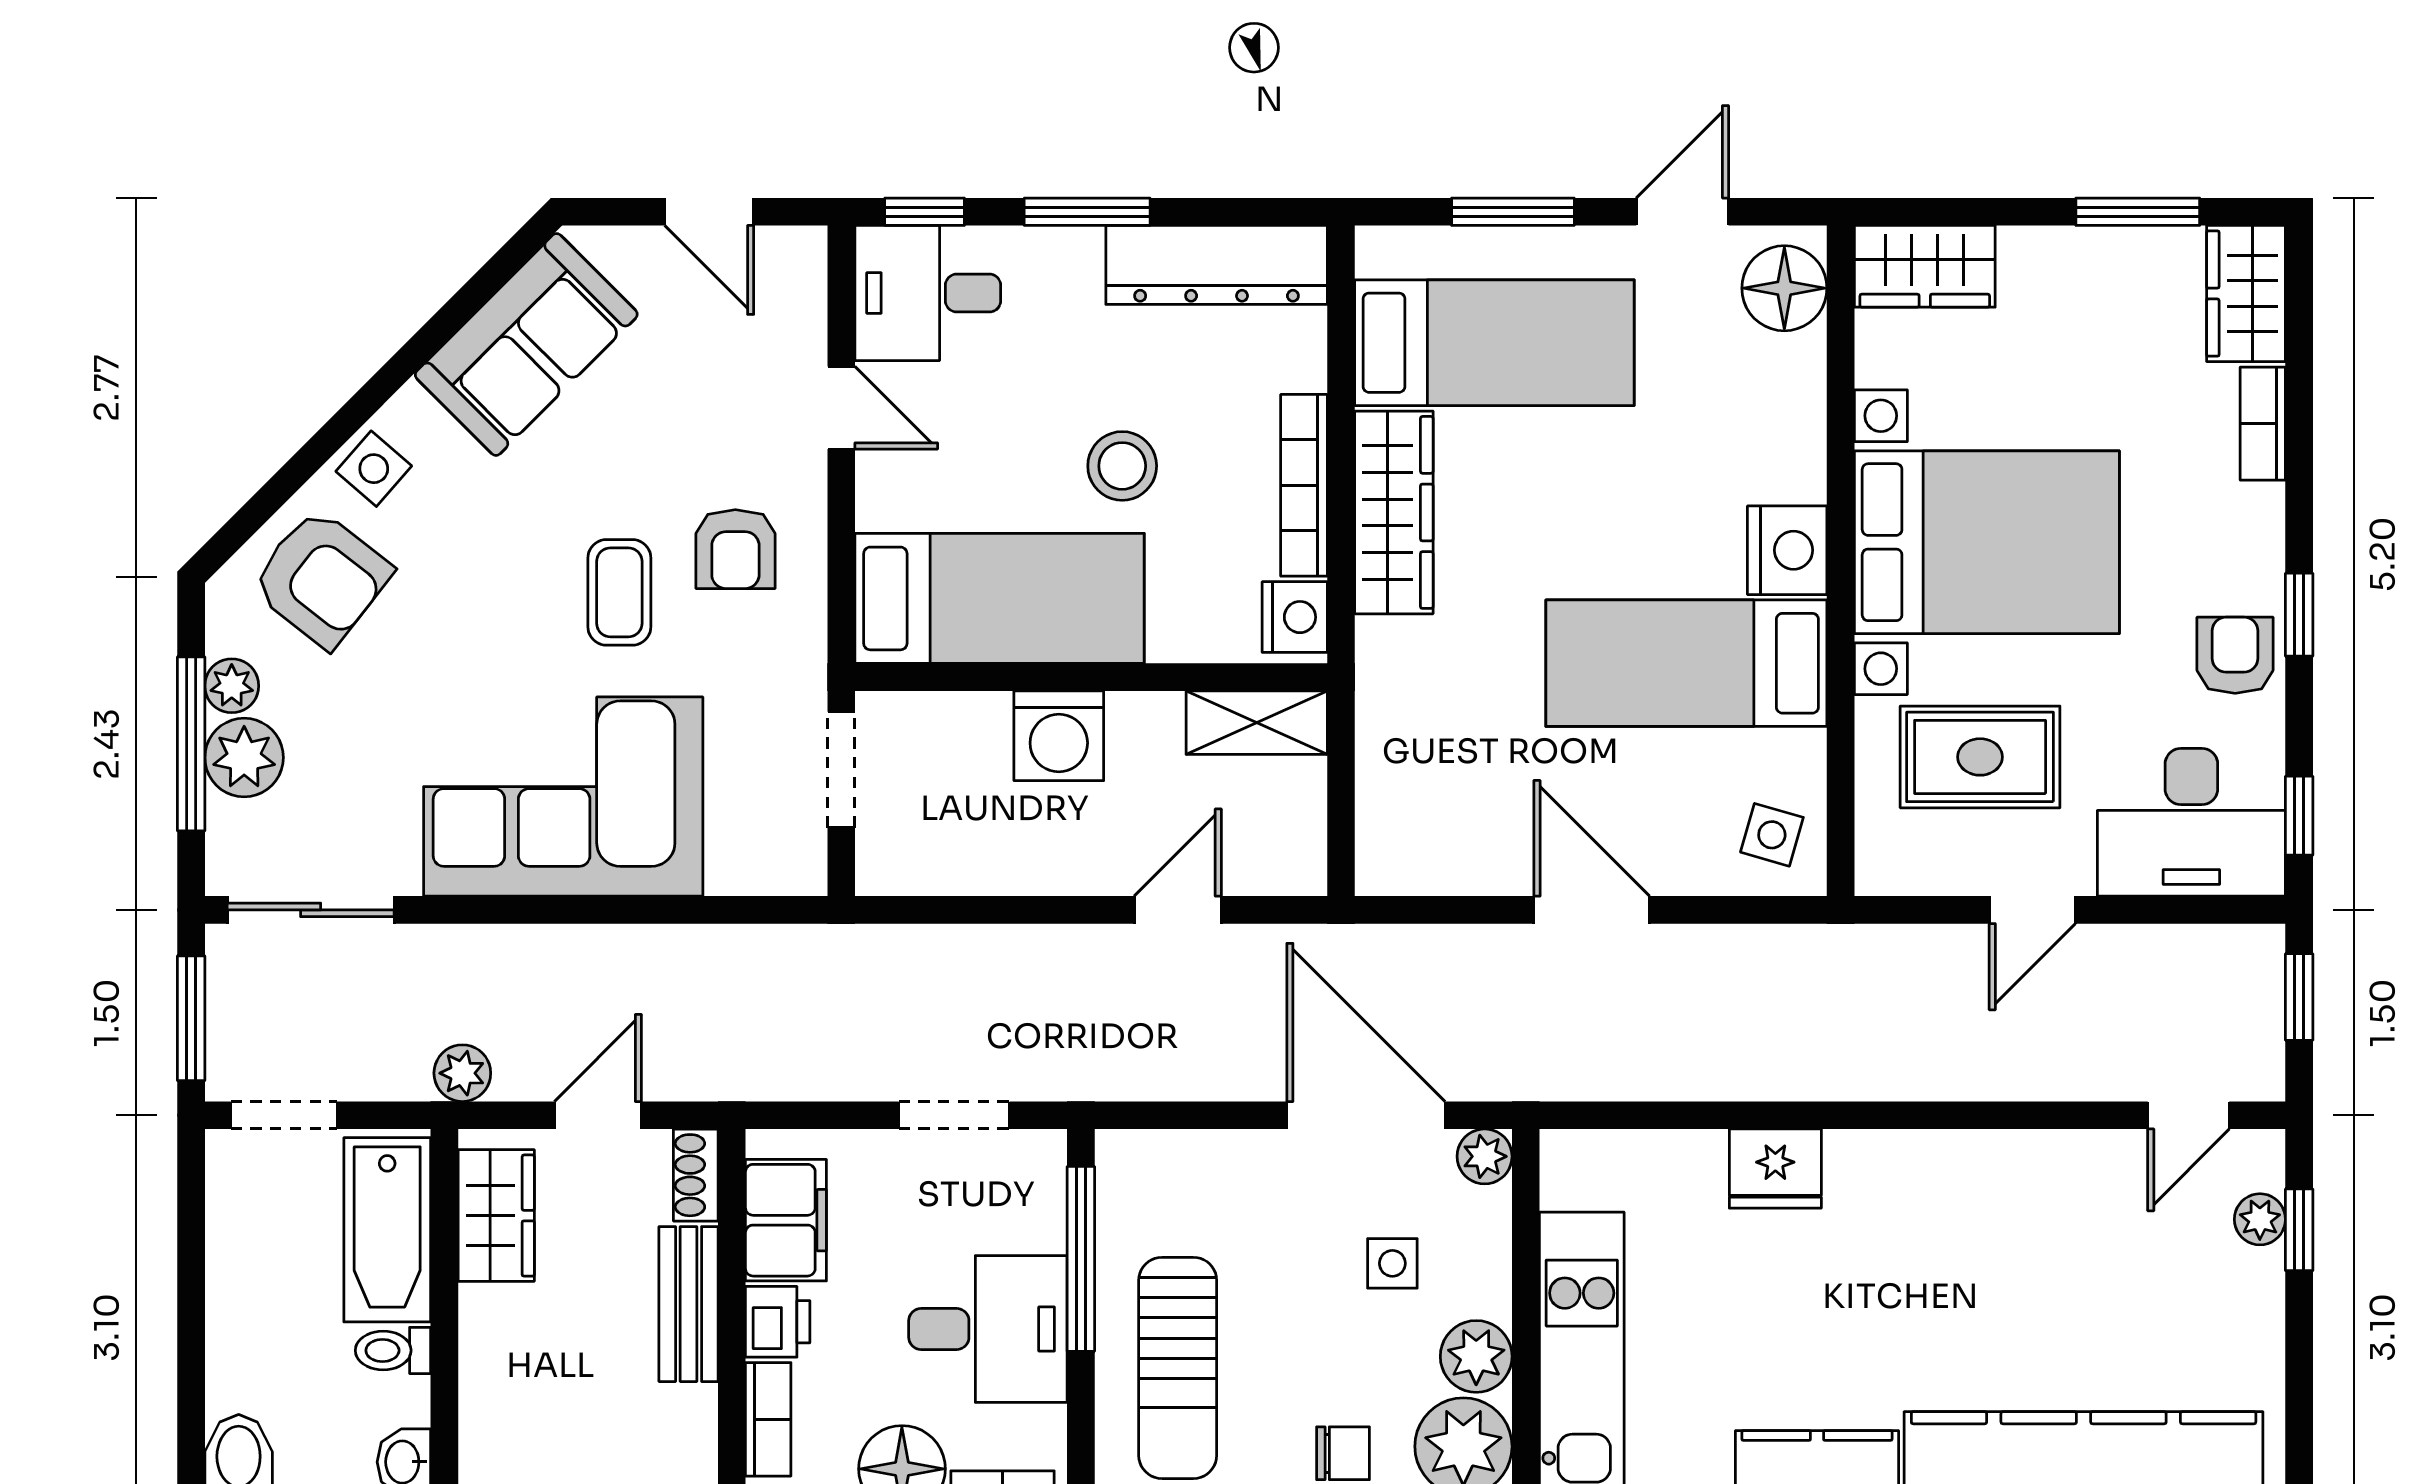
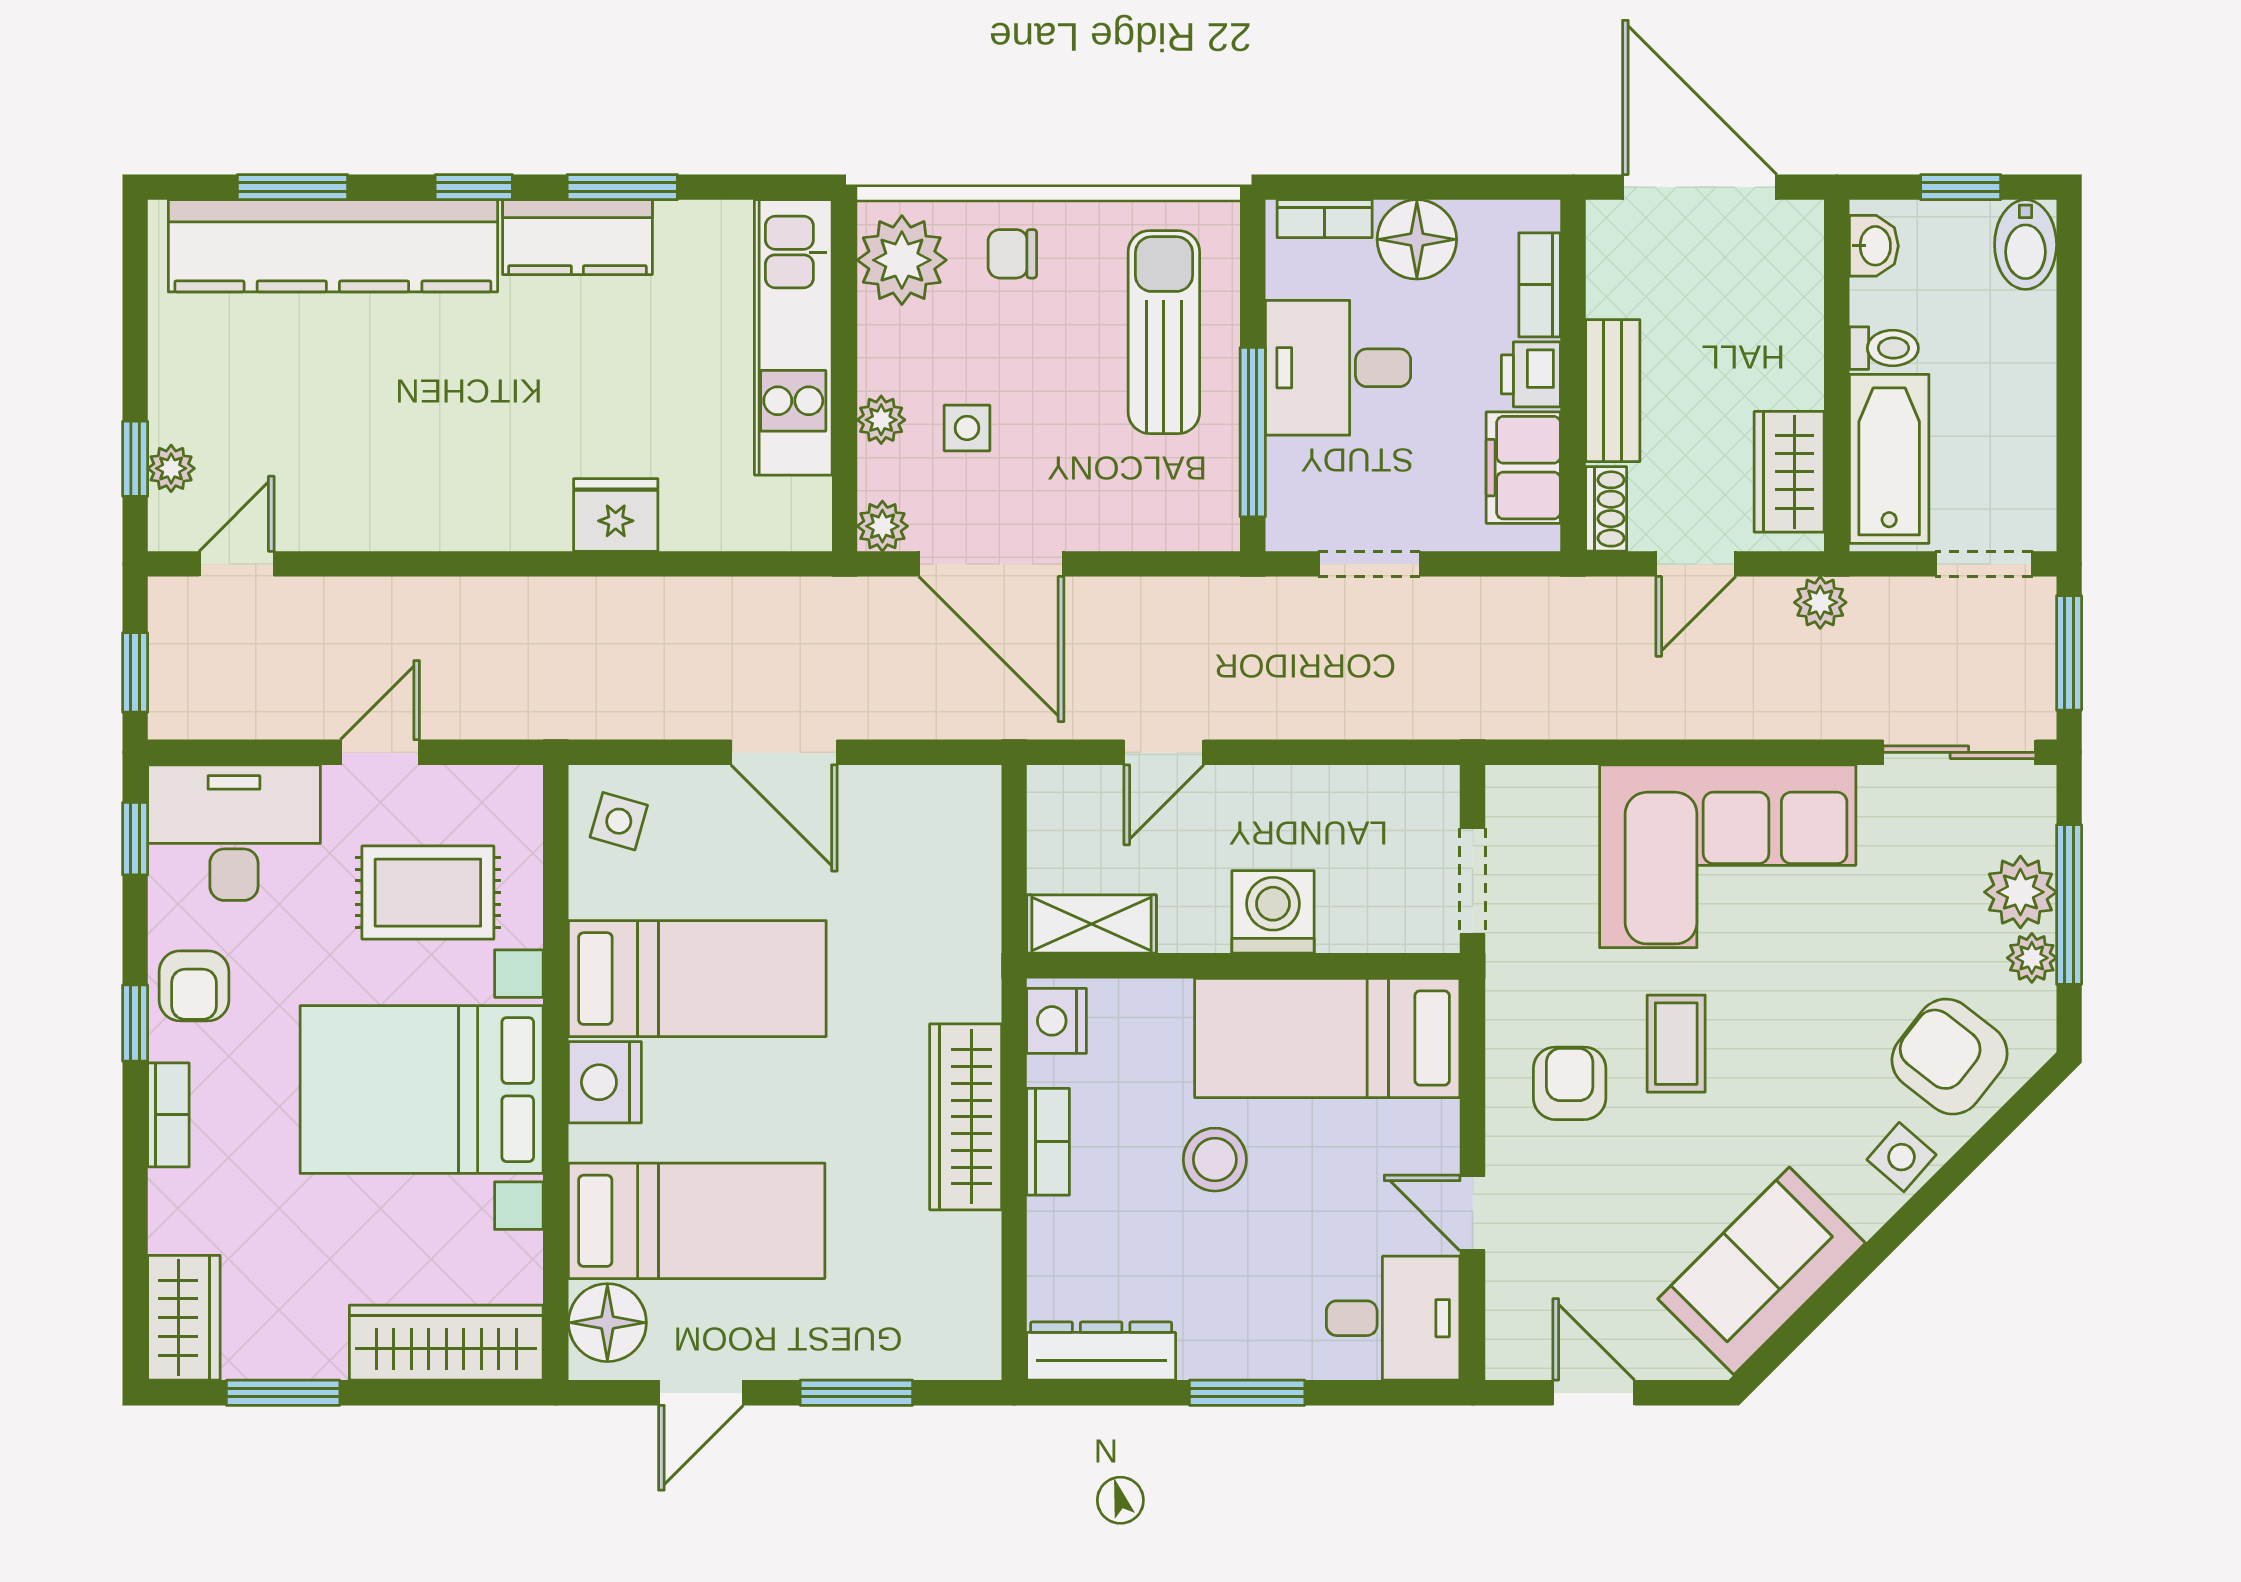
window: (925, 212) -> (1396, 1393), removed
dresser: (1217, 265) -> (1101, 1351), width x0.73, depth x0.80
wardrobe: (1925, 266) -> (446, 1343), width x1.50
bed: (1494, 343) -> (697, 1221), moved, turned 180
bookcase: (2263, 424) -> (168, 1115), moved
bookcase: (1304, 485) -> (1048, 1142), width x0.64
plant: (1476, 1356) -> (881, 420), moved, width x0.73, depth x0.73

